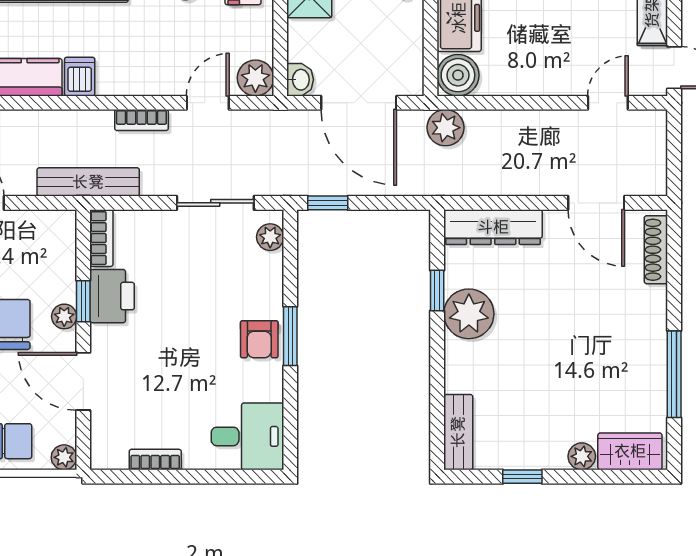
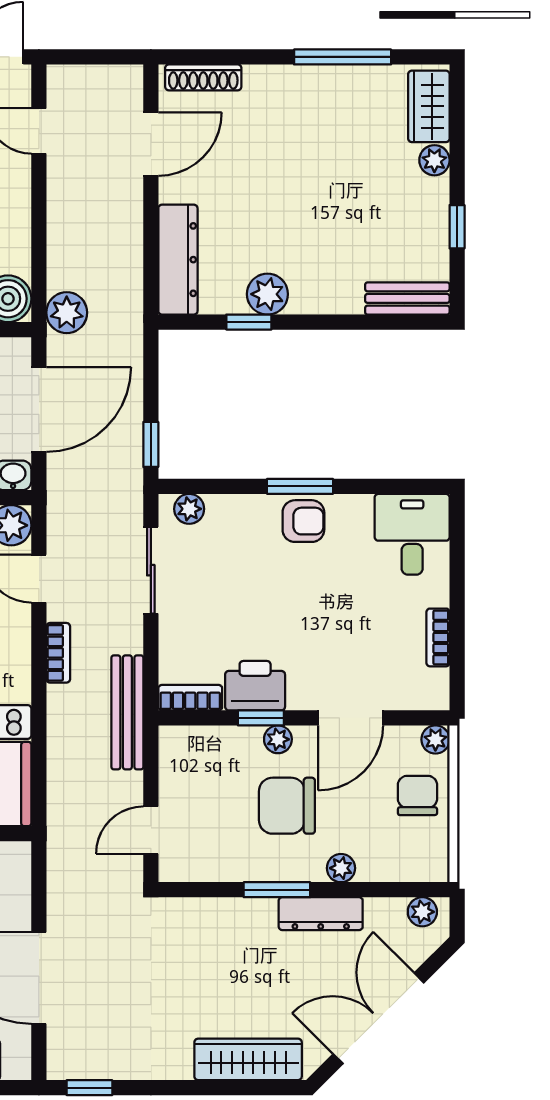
plant: (469, 314) -> (267, 294), width x0.73, depth x0.73

